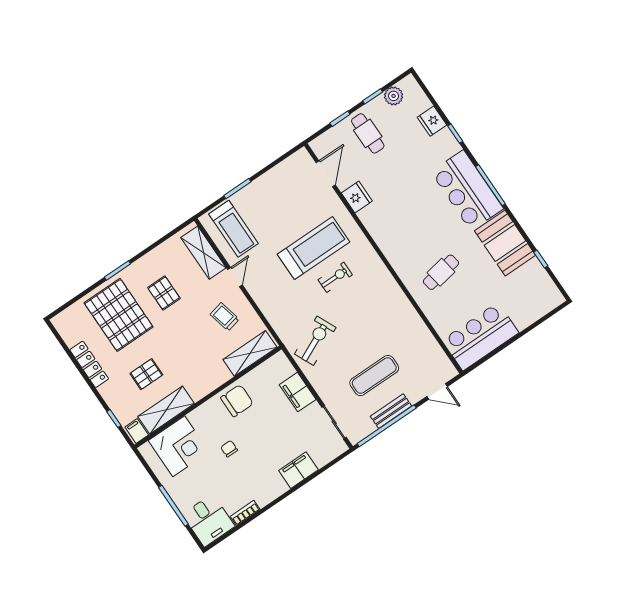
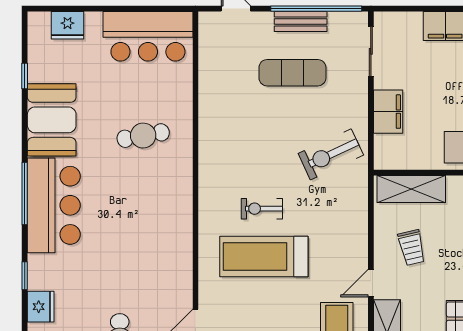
fridge: (357, 197) -> (68, 25), moved, turned -90

